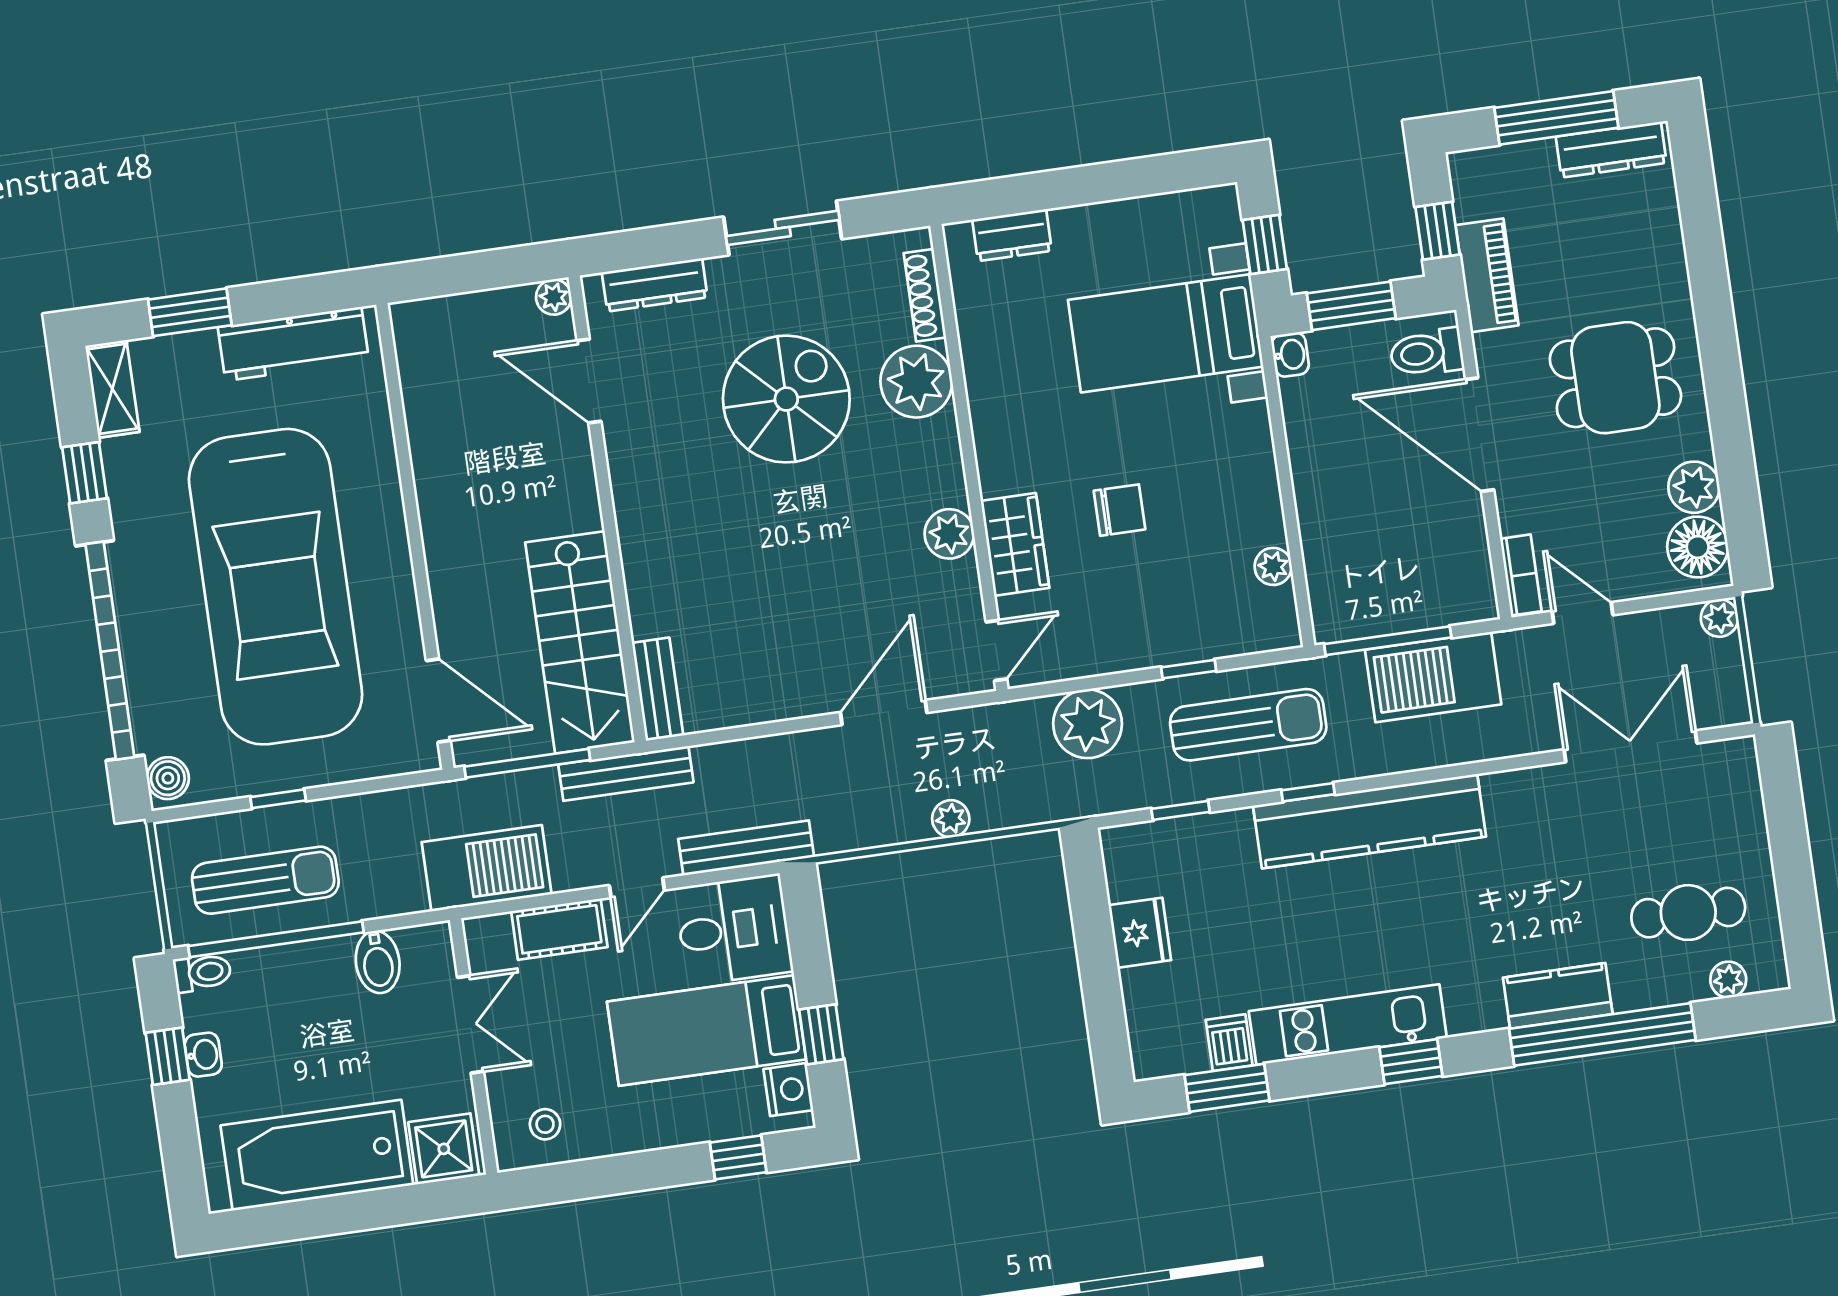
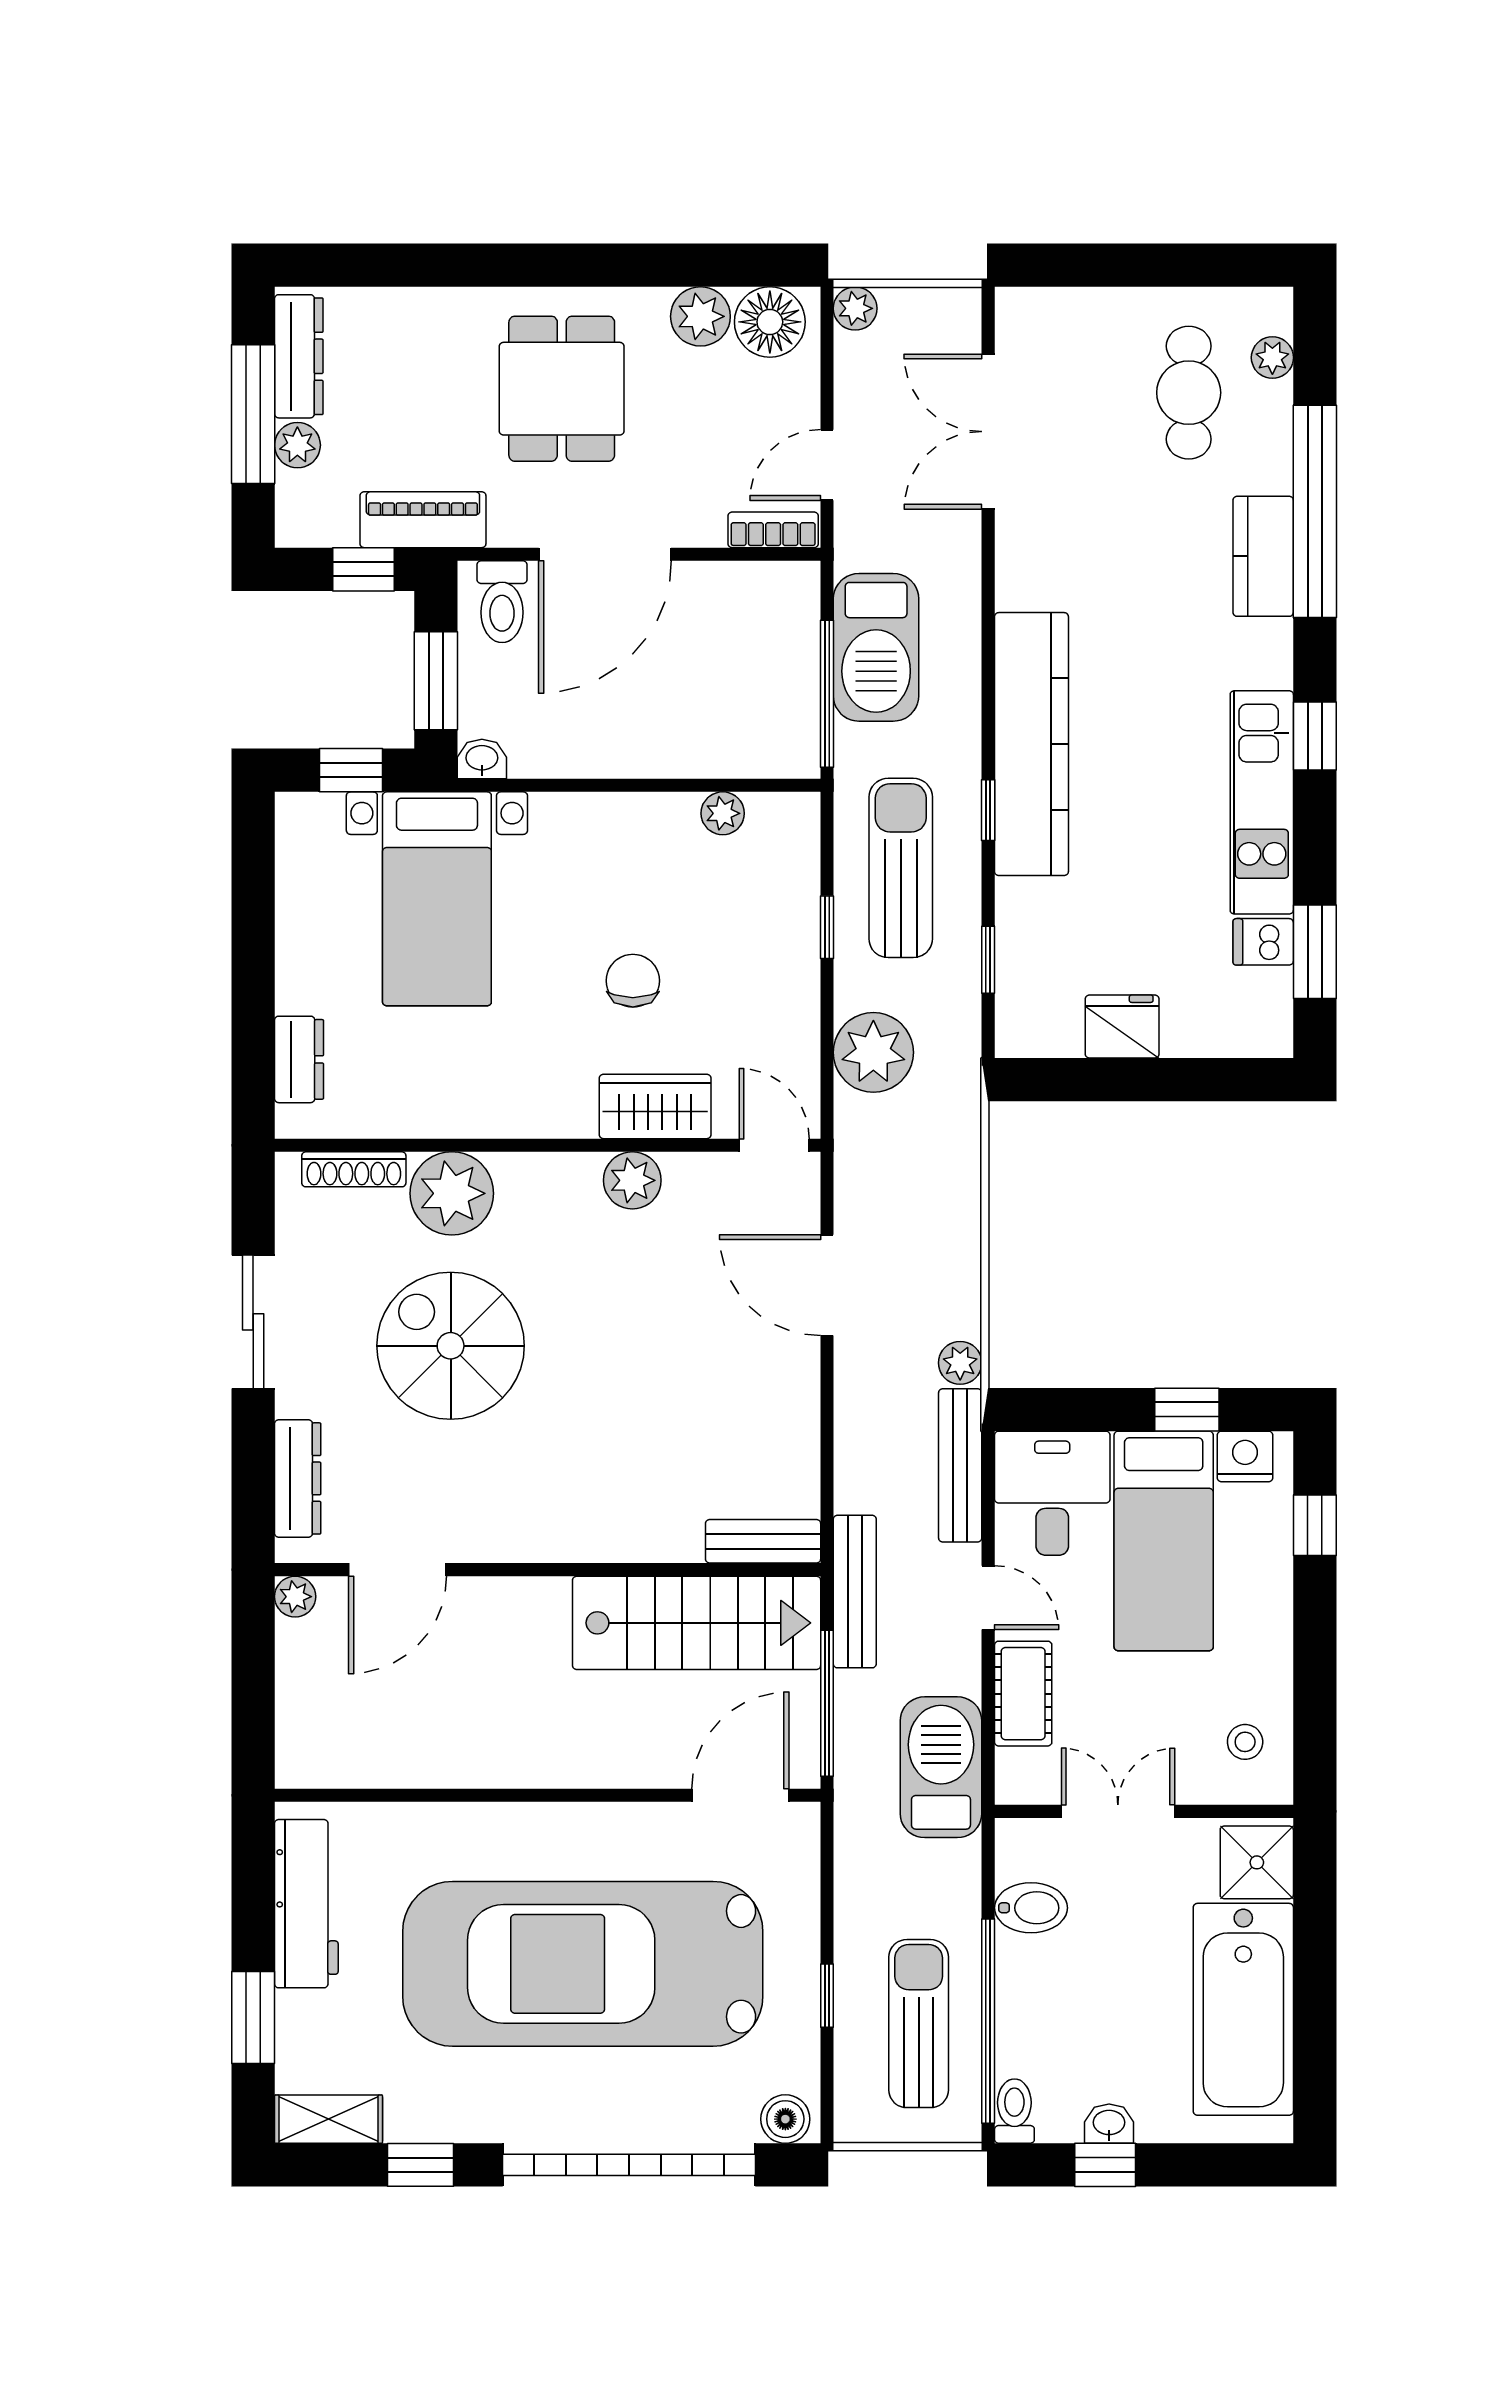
plant: (1535, 159) -> (297, 445), added
car: (276, 587) -> (583, 1964), turned 180
plant: (951, 819) -> (960, 1363), moved

